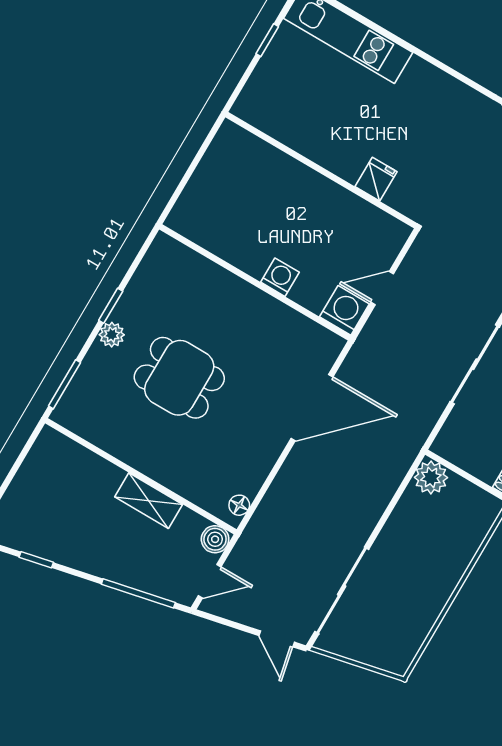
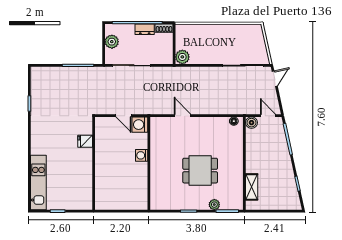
plant: (112, 335) -> (214, 205), moved
dining table: (179, 378) -> (200, 171), turned 90
door: (312, 408) -> (182, 116), width x0.53
shelving: (149, 501) -> (252, 187), moved

